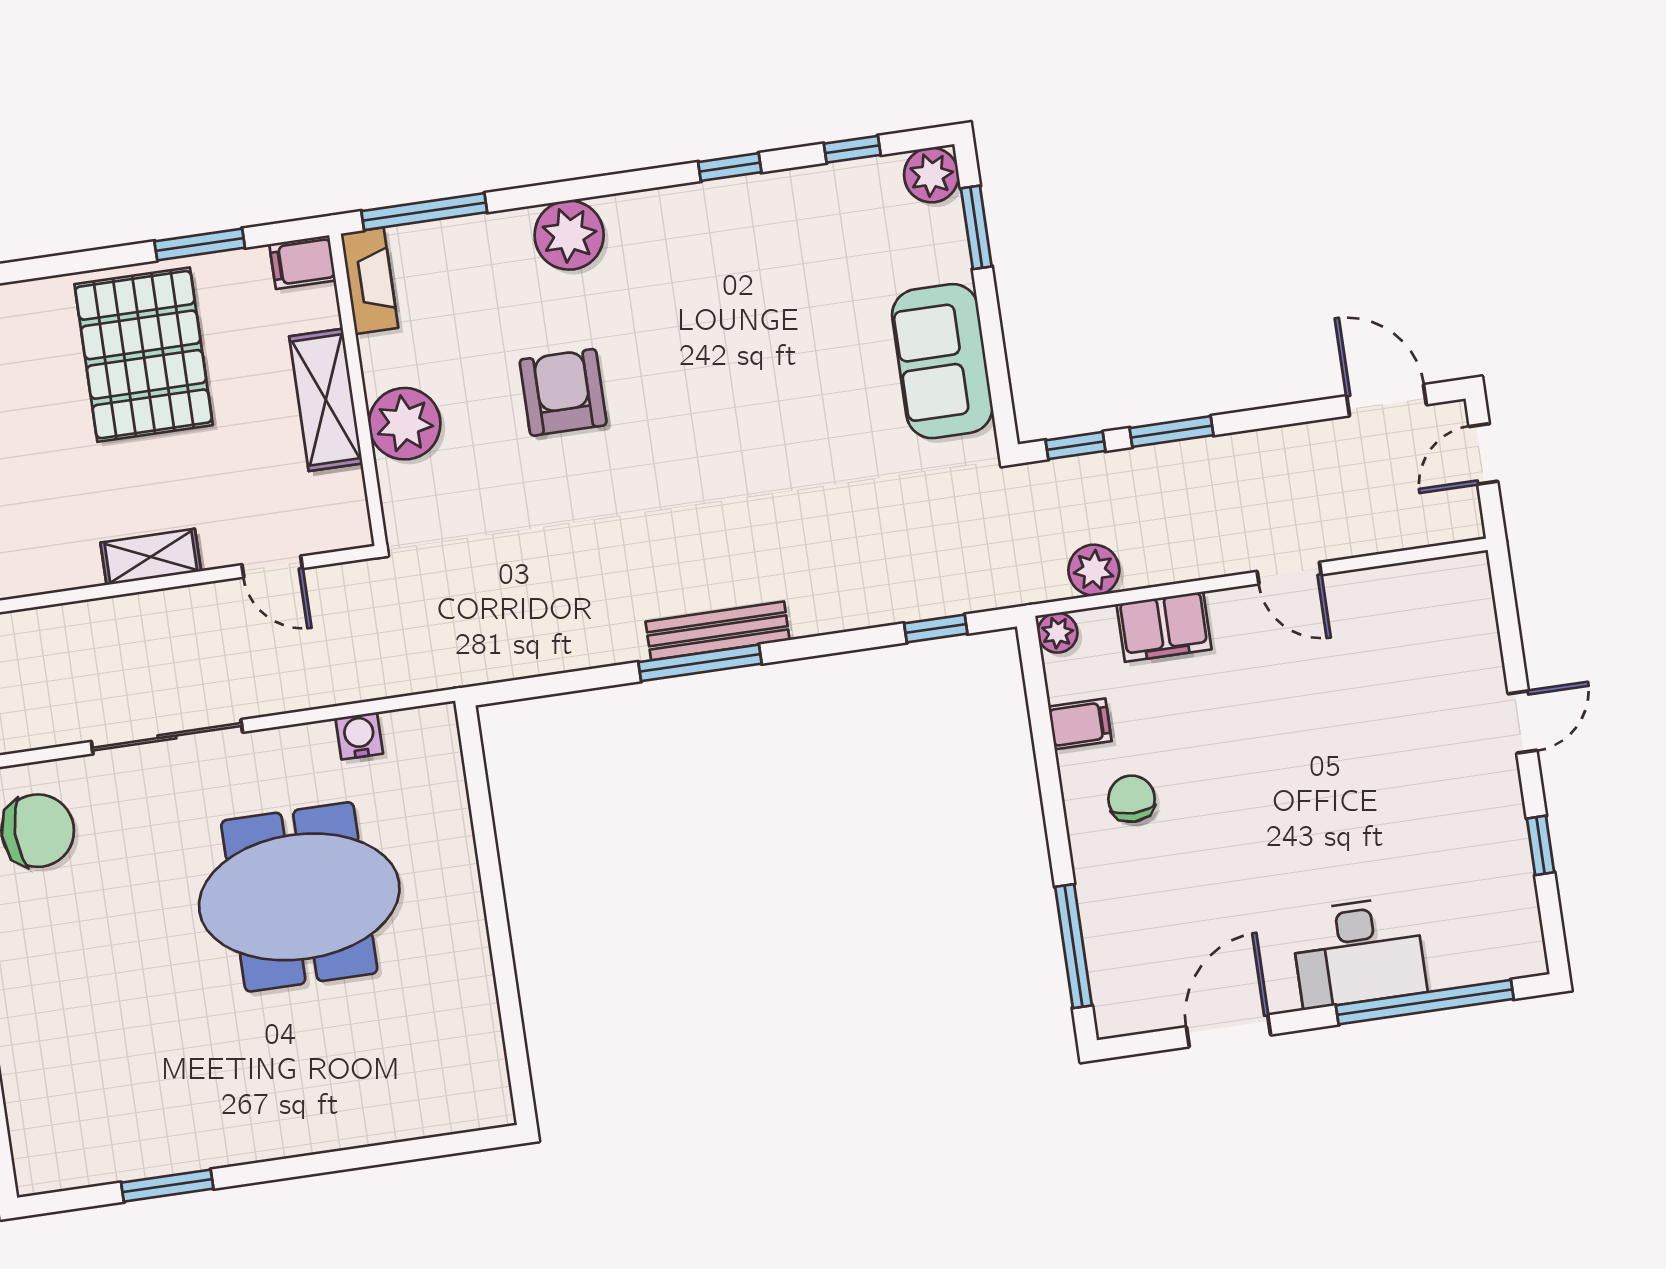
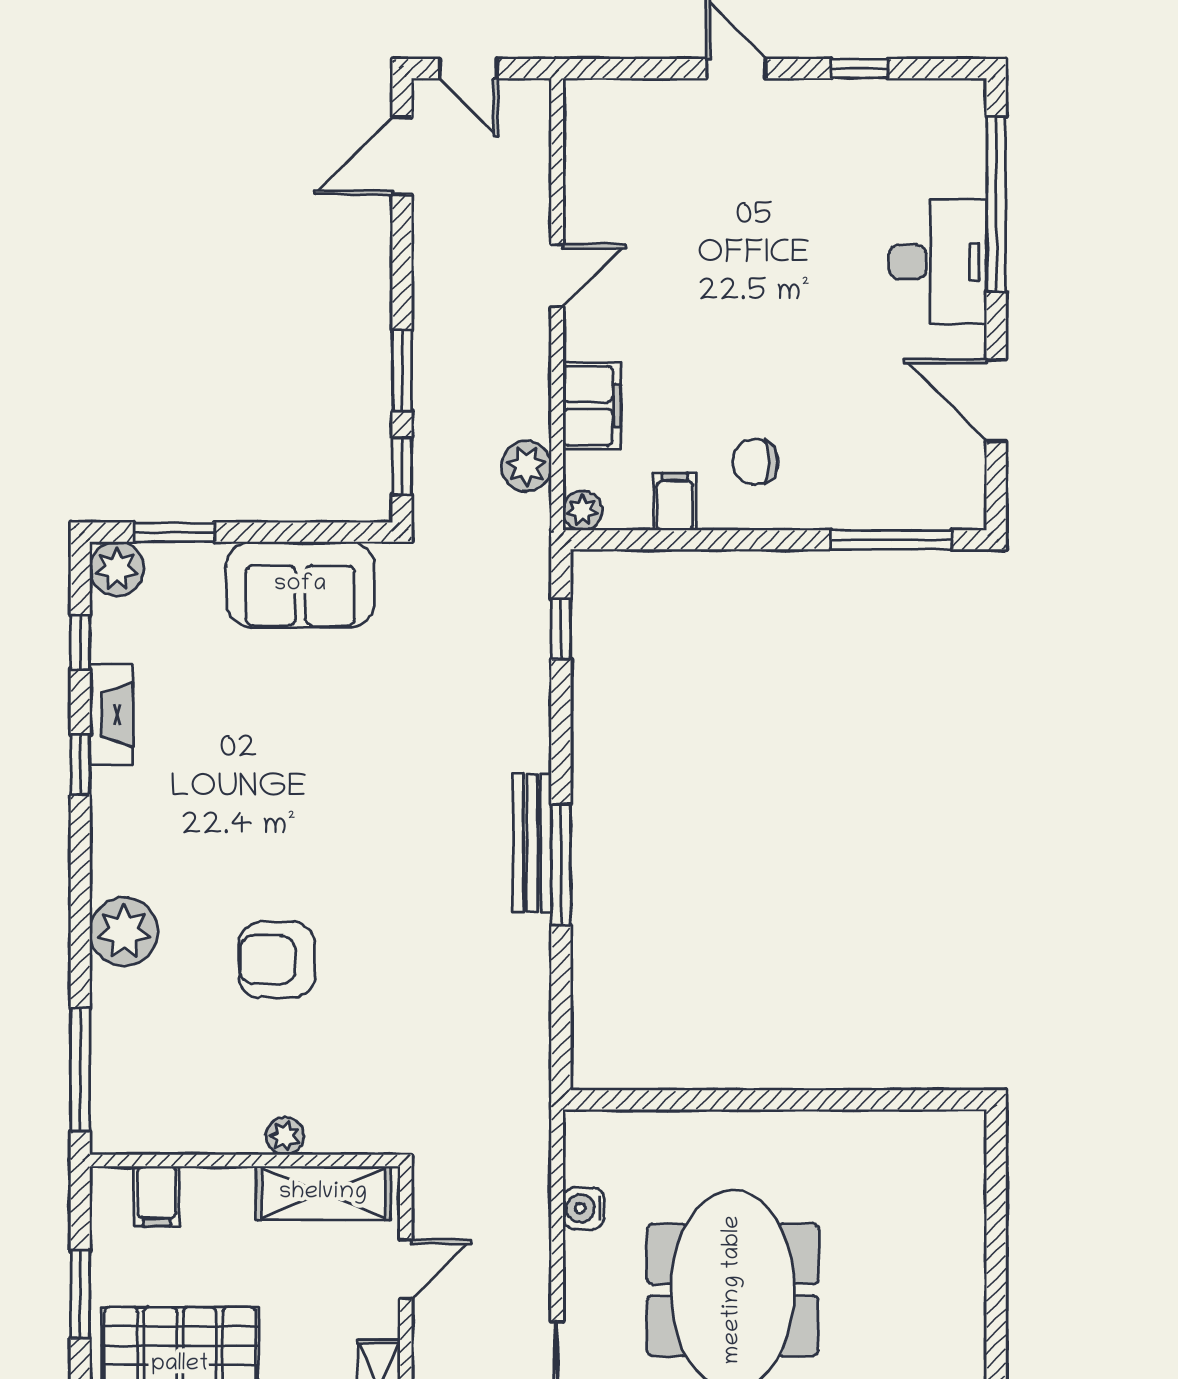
filing cabinet: (303, 262) -> (157, 1196), moved
fireplace: (369, 281) -> (111, 714), moved, turned 90
shelving: (326, 400) -> (323, 1193), moved
plant: (405, 424) -> (285, 1136), width x0.53, depth x0.53

